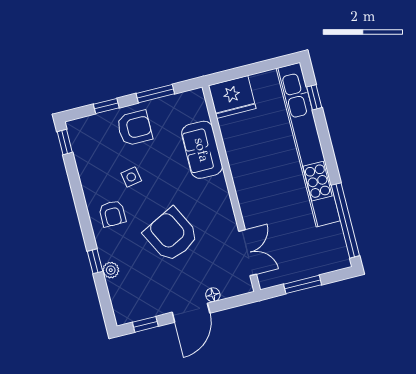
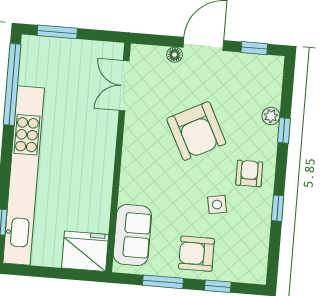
window: (65, 142) -> (278, 208), moved
sofa: (202, 150) -> (132, 235), moved
window: (303, 284) -> (57, 32), moved

